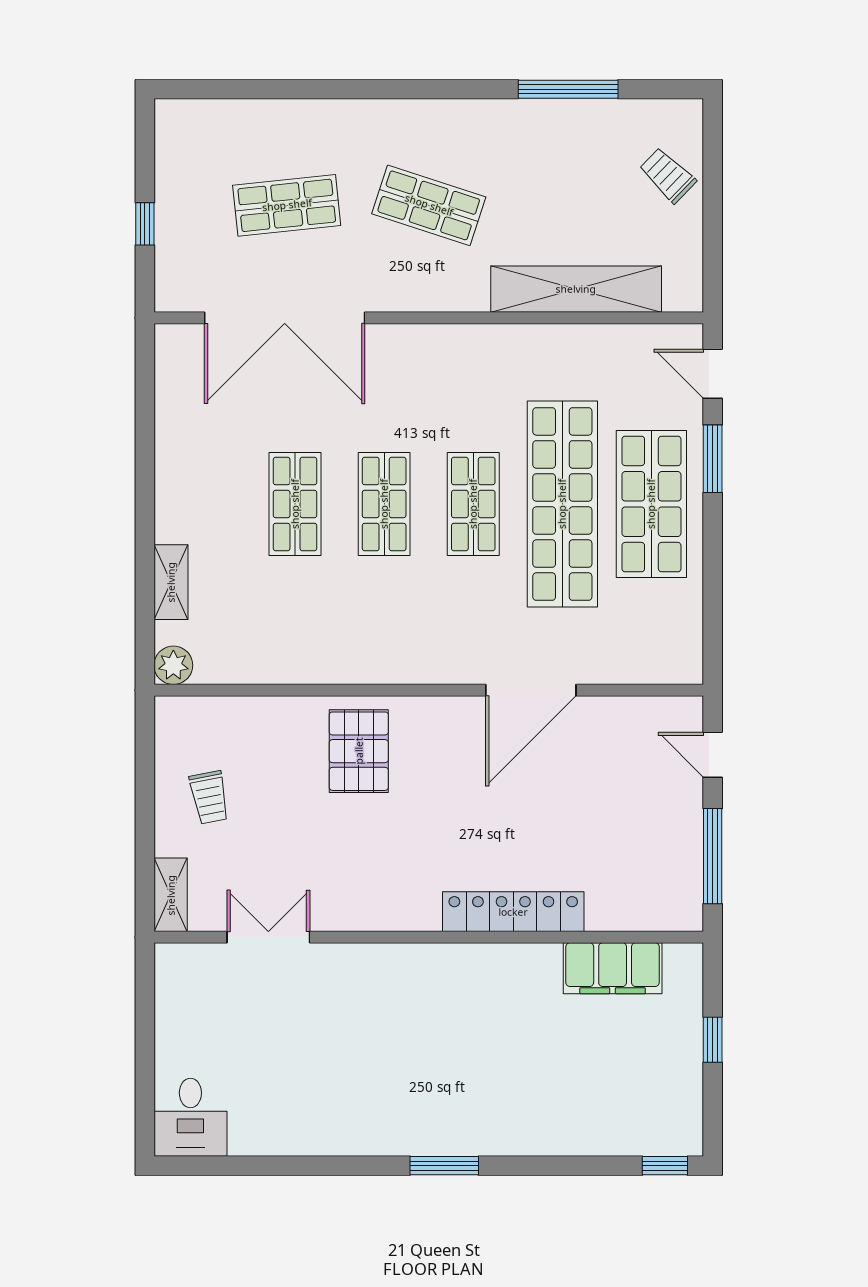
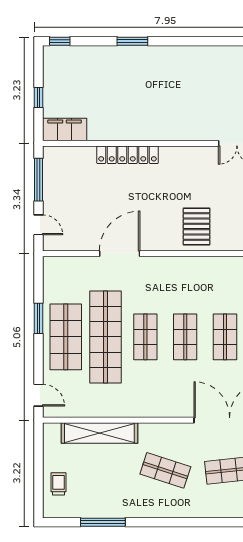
trolley: (668, 175) -> (58, 484), turned -134
window: (713, 459) -> (38, 318), moved
filing cabinet: (613, 968) -> (65, 129), moved
window: (444, 1166) -> (132, 41), moved

